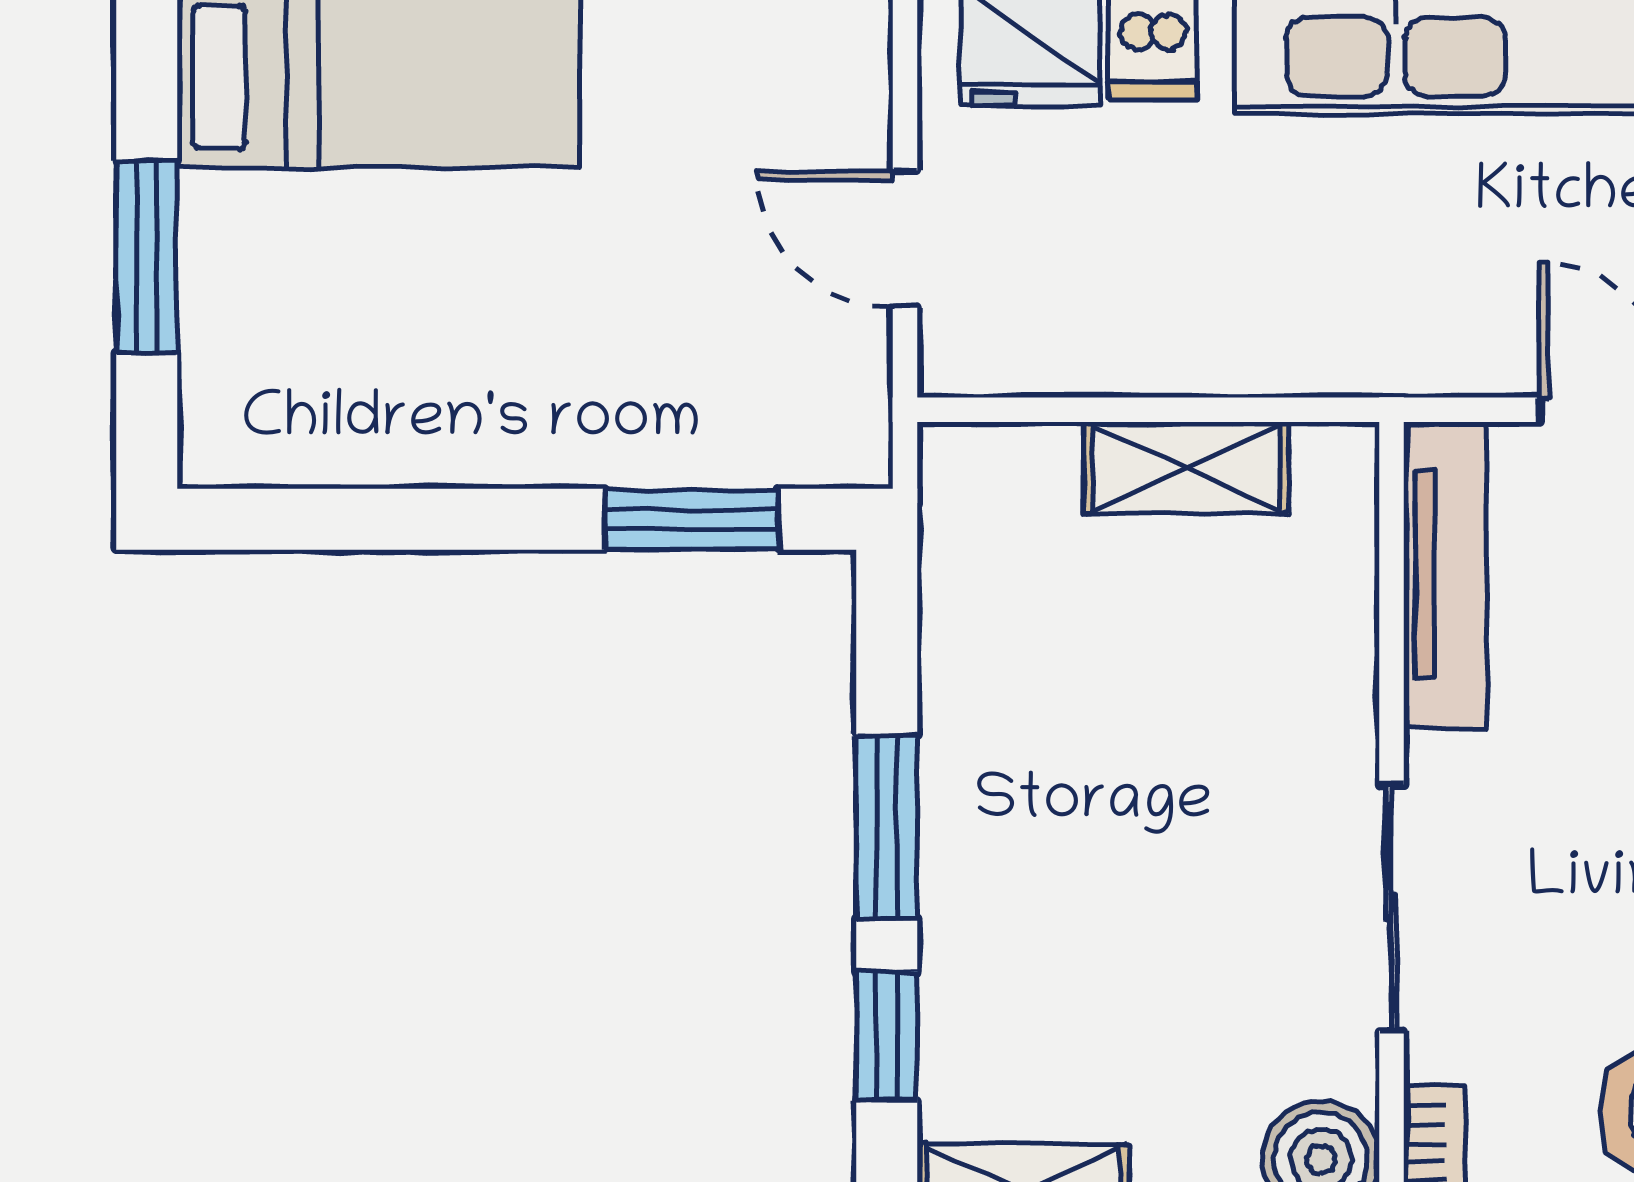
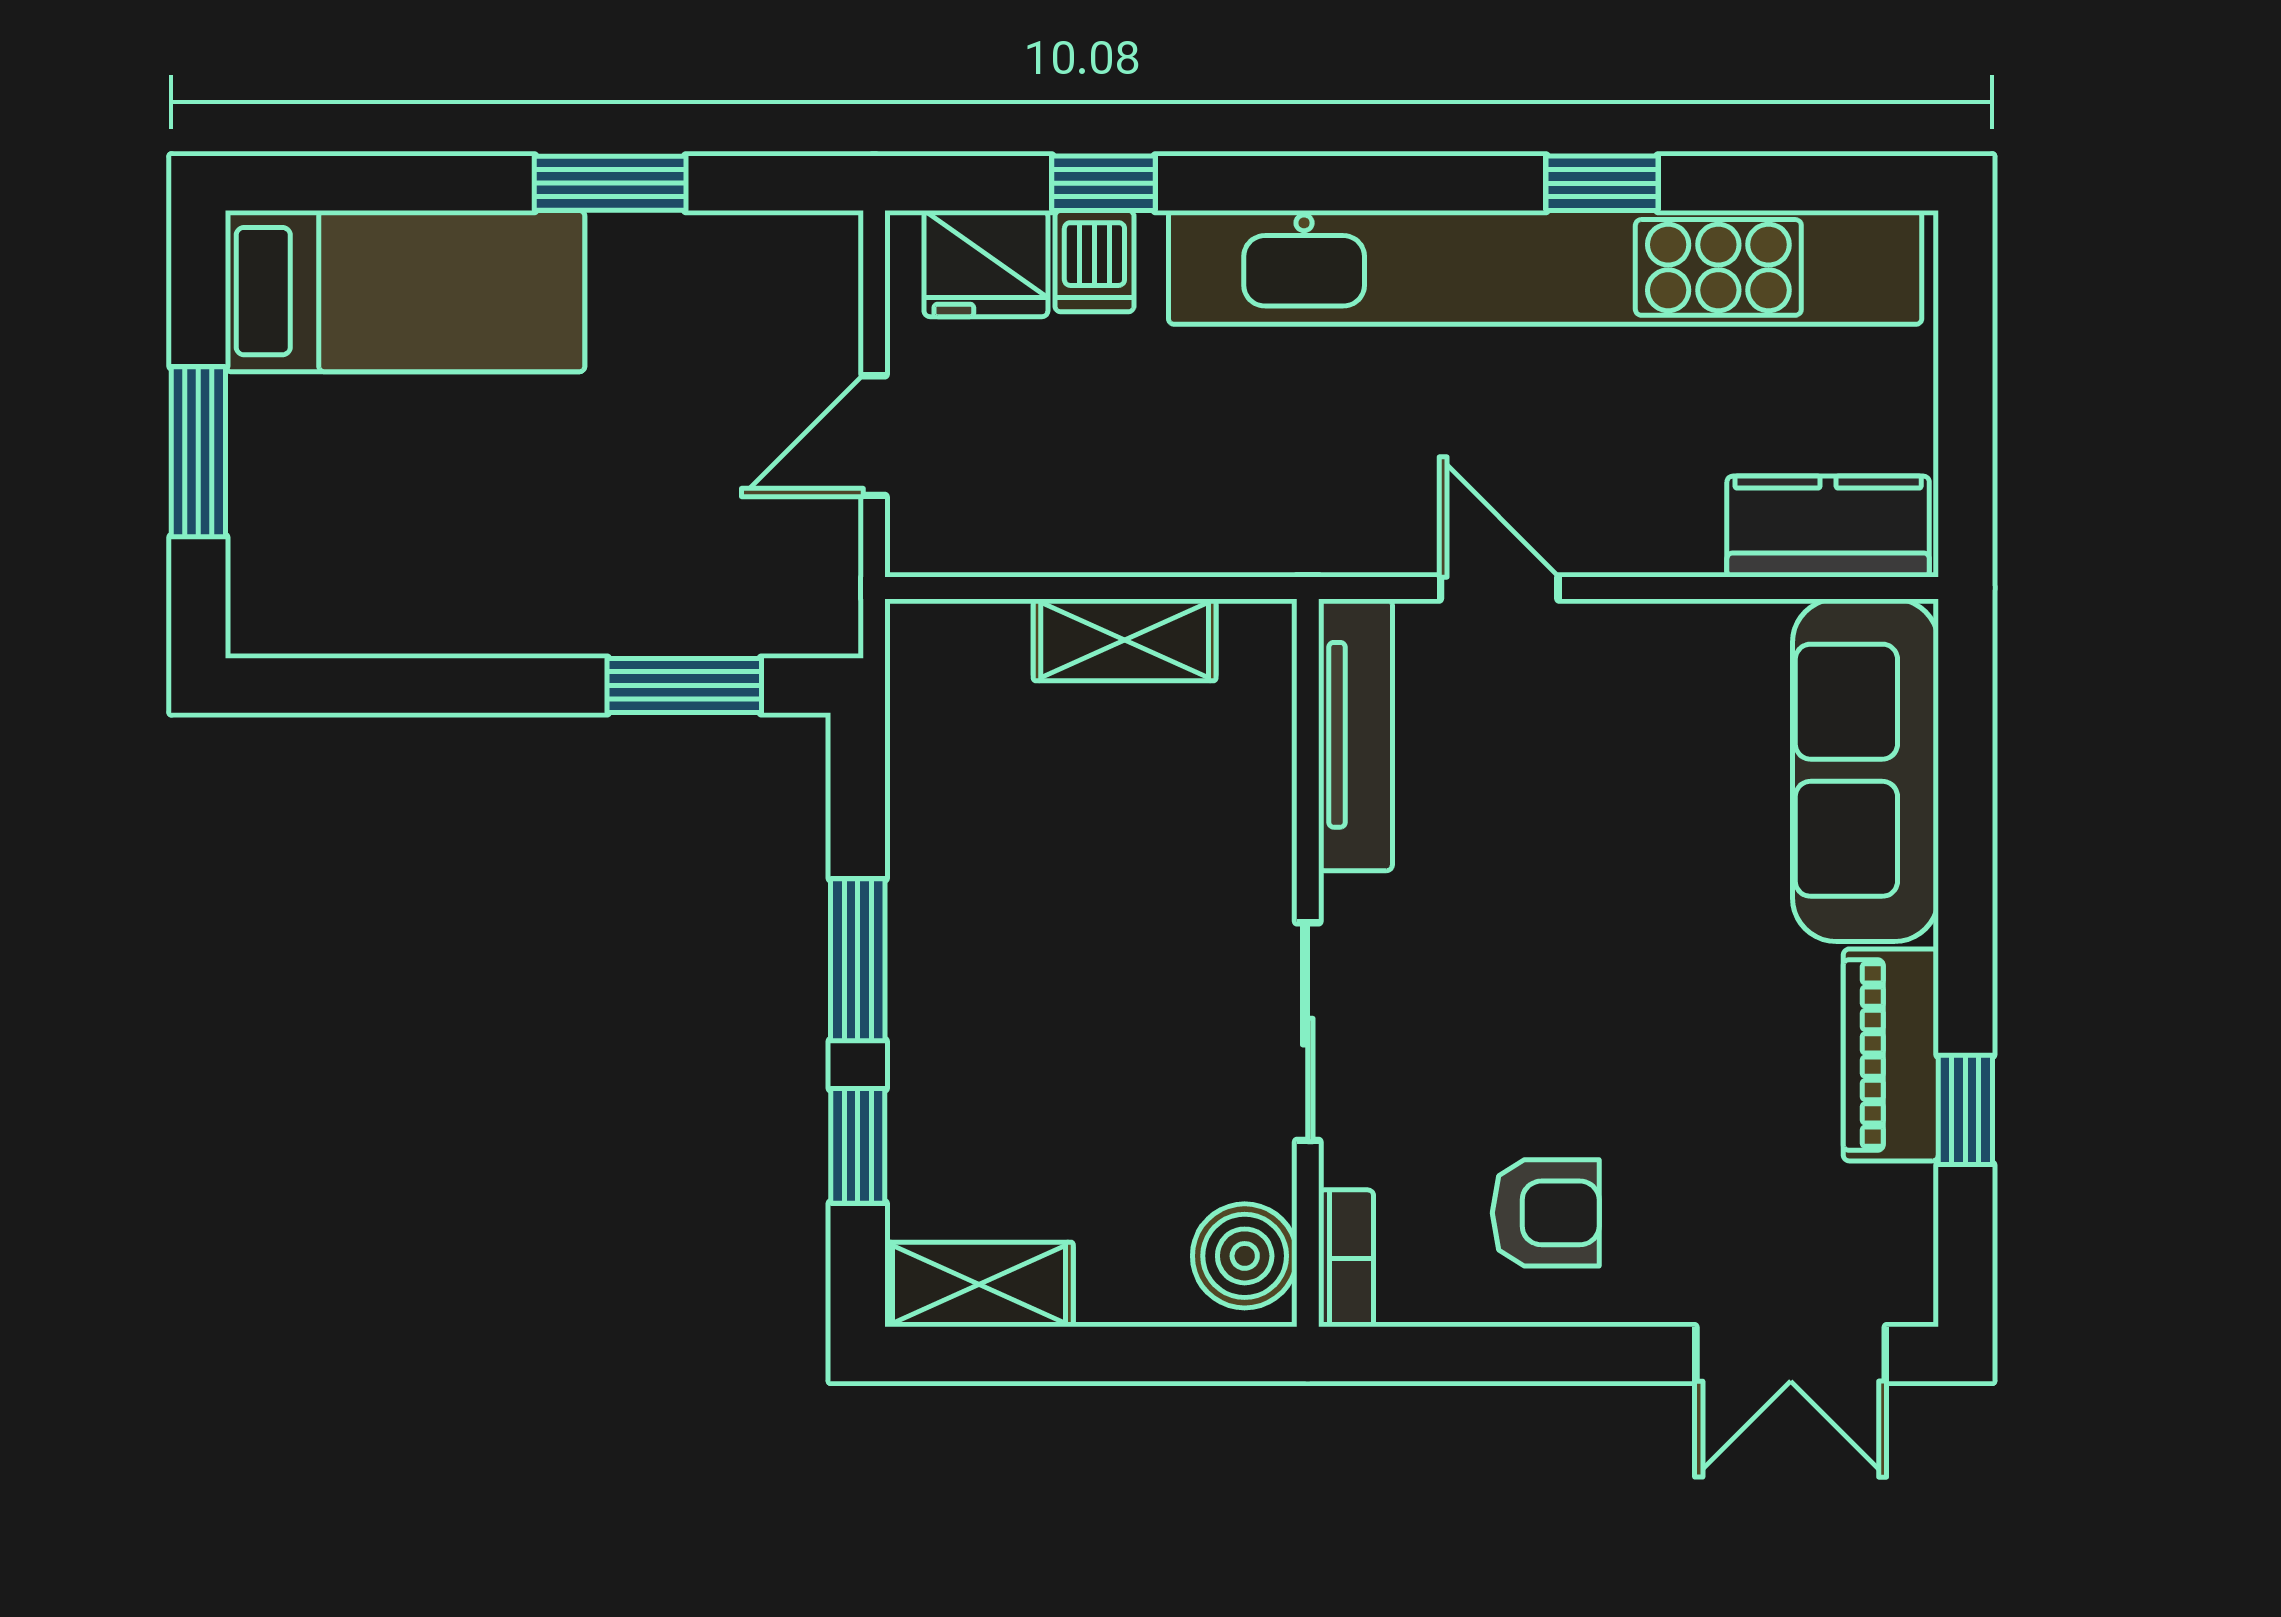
door: (905, 239) -> (874, 436), hinge flipped

